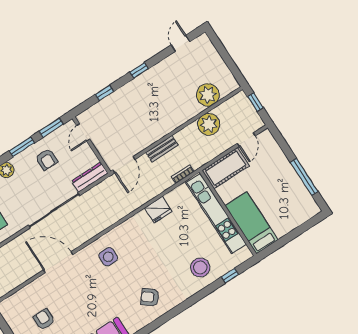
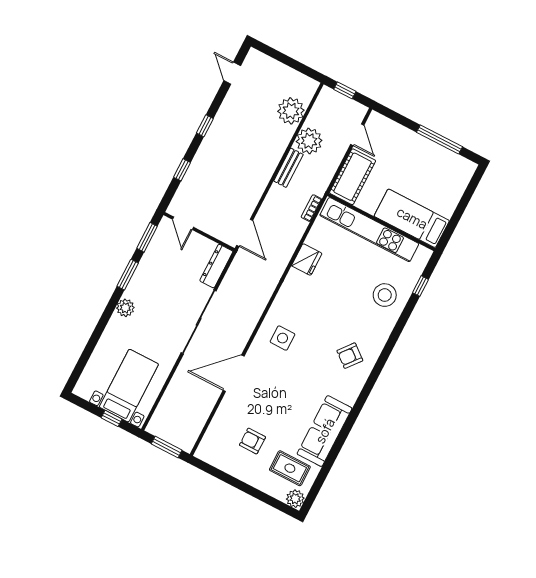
bench: (162, 149) -> (288, 168), moved
armchair: (47, 159) -> (161, 273), removed

